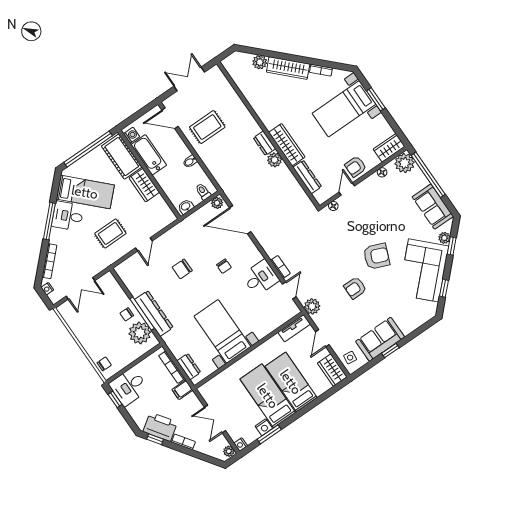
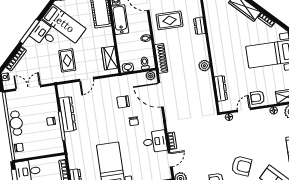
dresser: (264, 143) -> (199, 26), moved
wardrobe: (287, 145) -> (218, 59), removed
shoe rack: (220, 176) -> (161, 58), added
wardrobe: (144, 185) -> (110, 58), moved
rug: (110, 233) -> (67, 60), turned 90
chair: (182, 269) -> (123, 102), moved
double door: (80, 288) -> (28, 88), swing flipped
dresser: (154, 313) -> (68, 114), moved
plant: (140, 333) -> (54, 138), removed
cafe table: (87, 337) -> (16, 123), added

